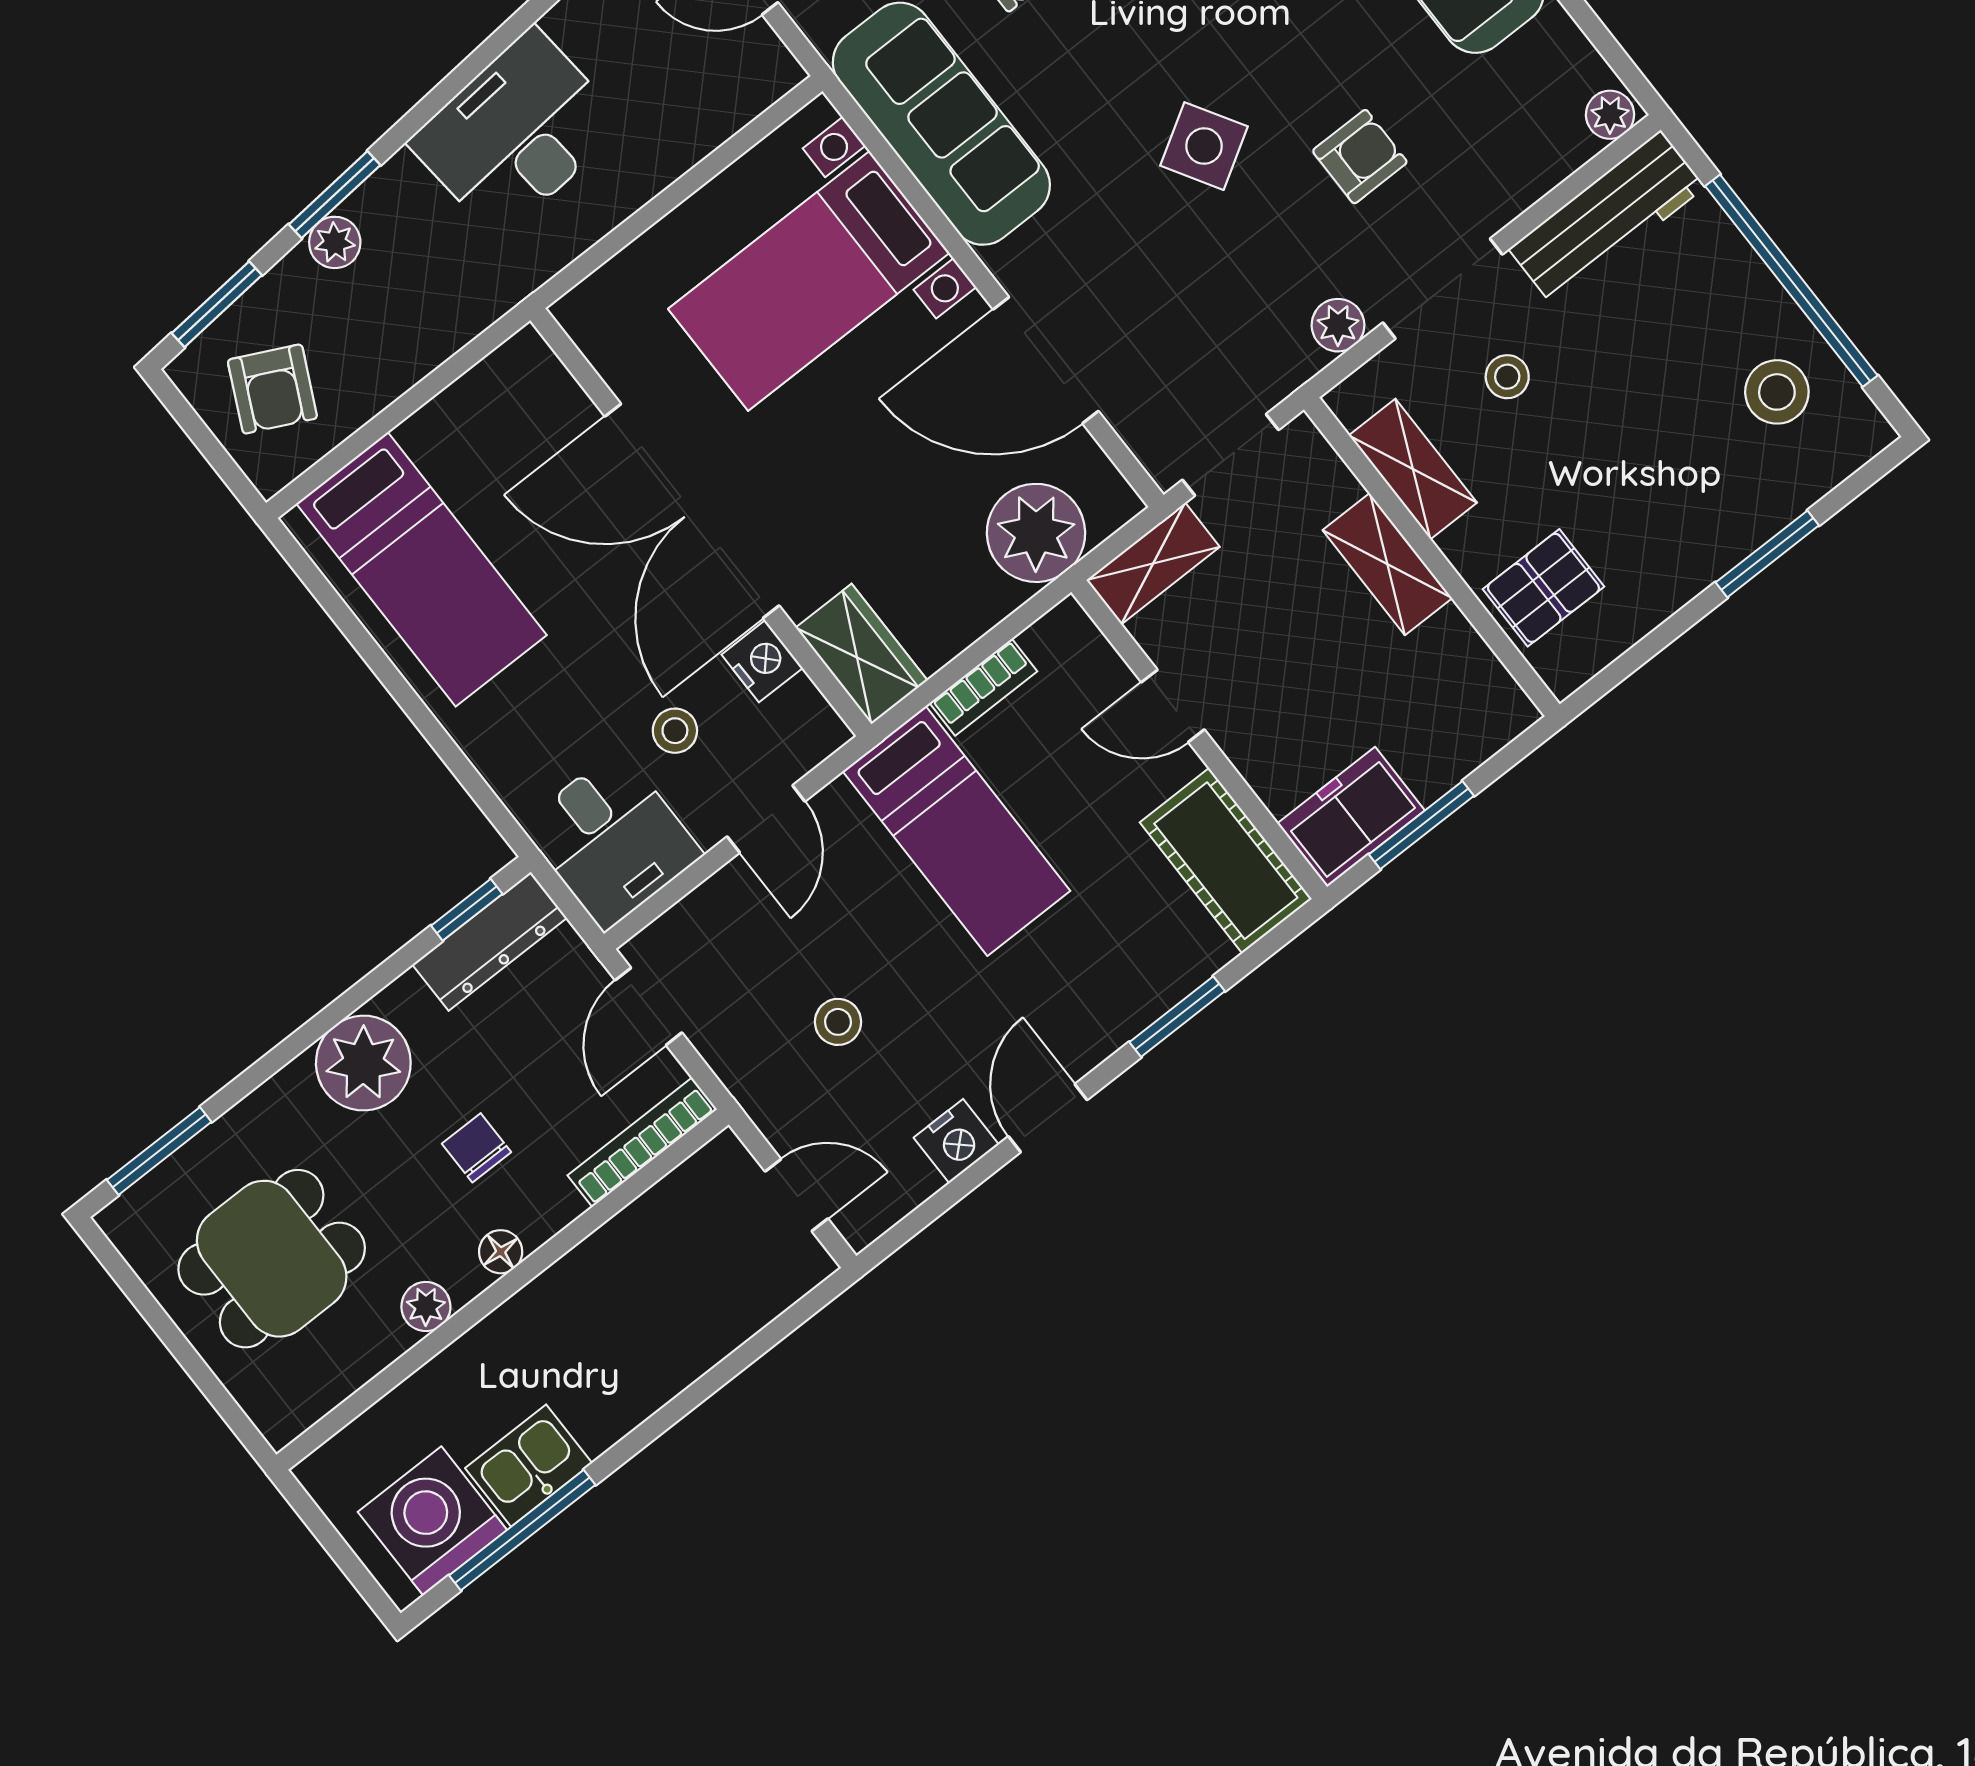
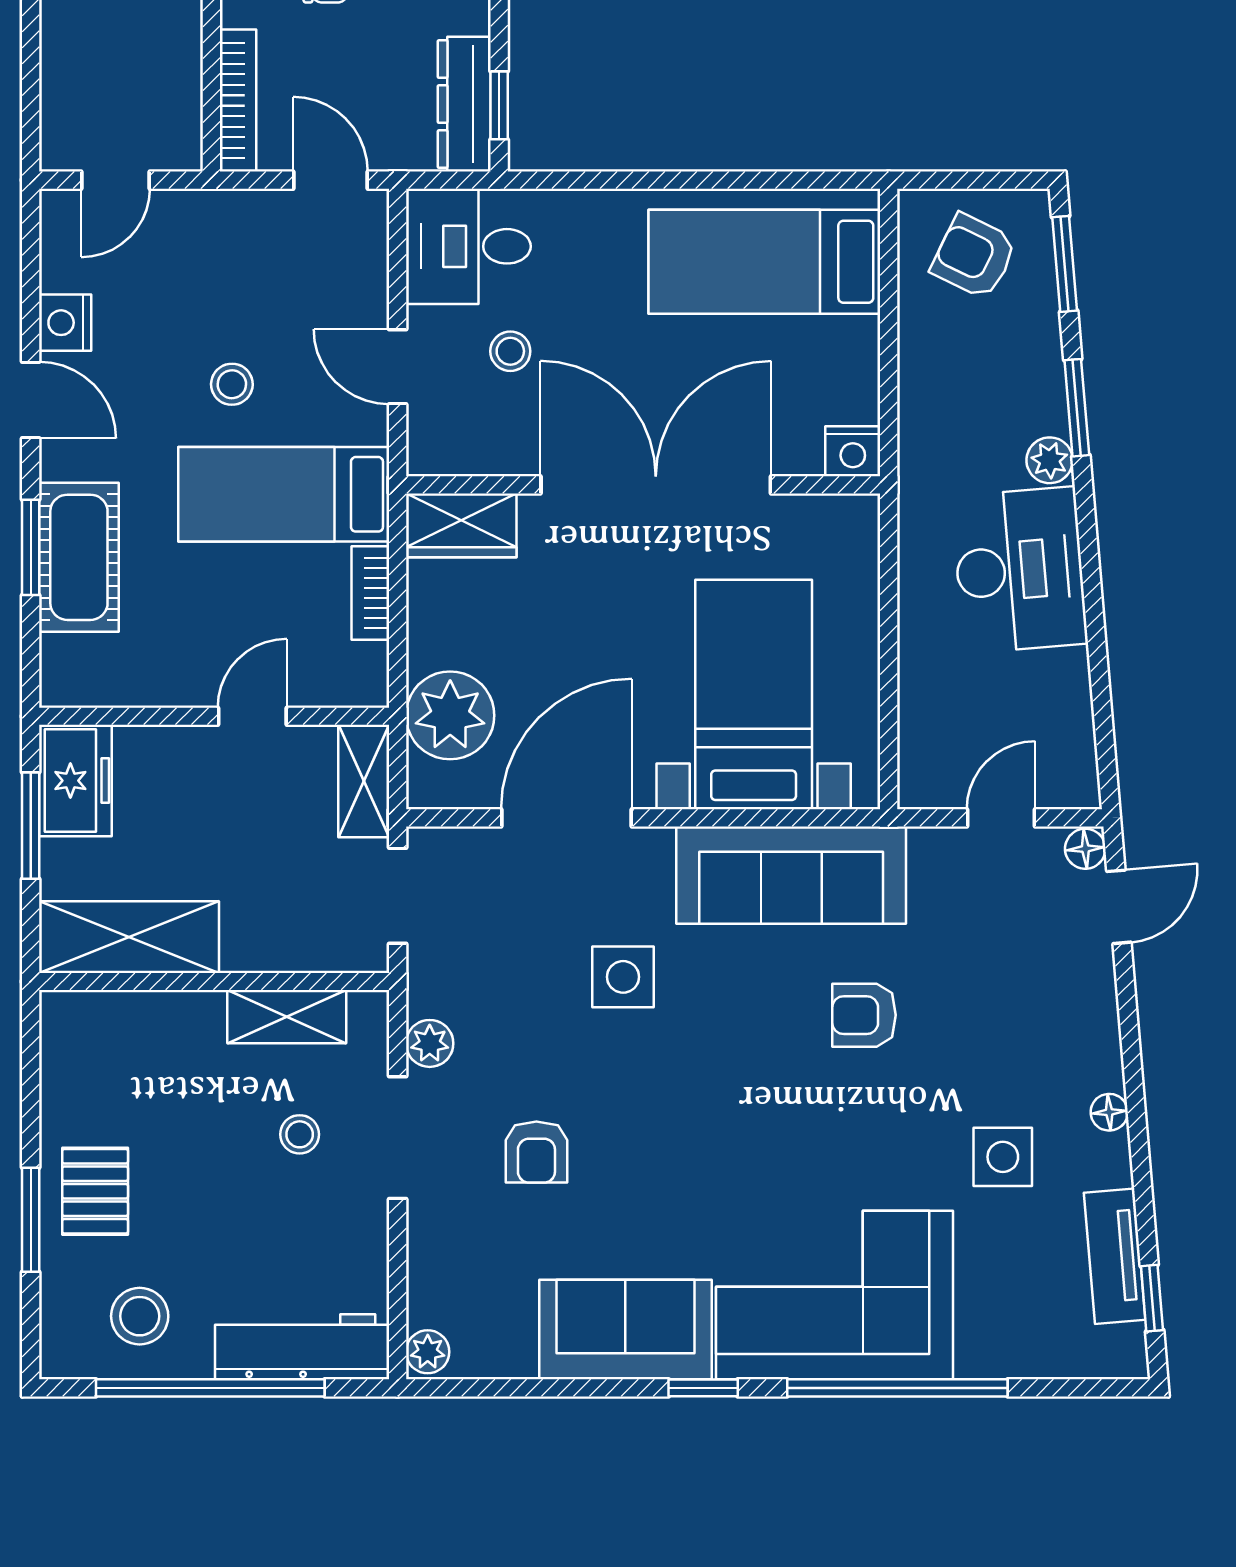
side table: (1204, 146) -> (623, 977), moved, turned 31
workbench: (1607, 218) -> (302, 1347), moved, turned 90
plant: (335, 242) -> (1050, 460), moved
shelving: (1387, 564) -> (129, 937), moved, width x1.50, depth x1.33
pallet: (1543, 588) -> (95, 1191), moved
nightstand: (762, 661) -> (853, 451), moved
cot: (1226, 861) -> (79, 557), moved, turned 90
stool: (838, 1022) -> (232, 384), moved

